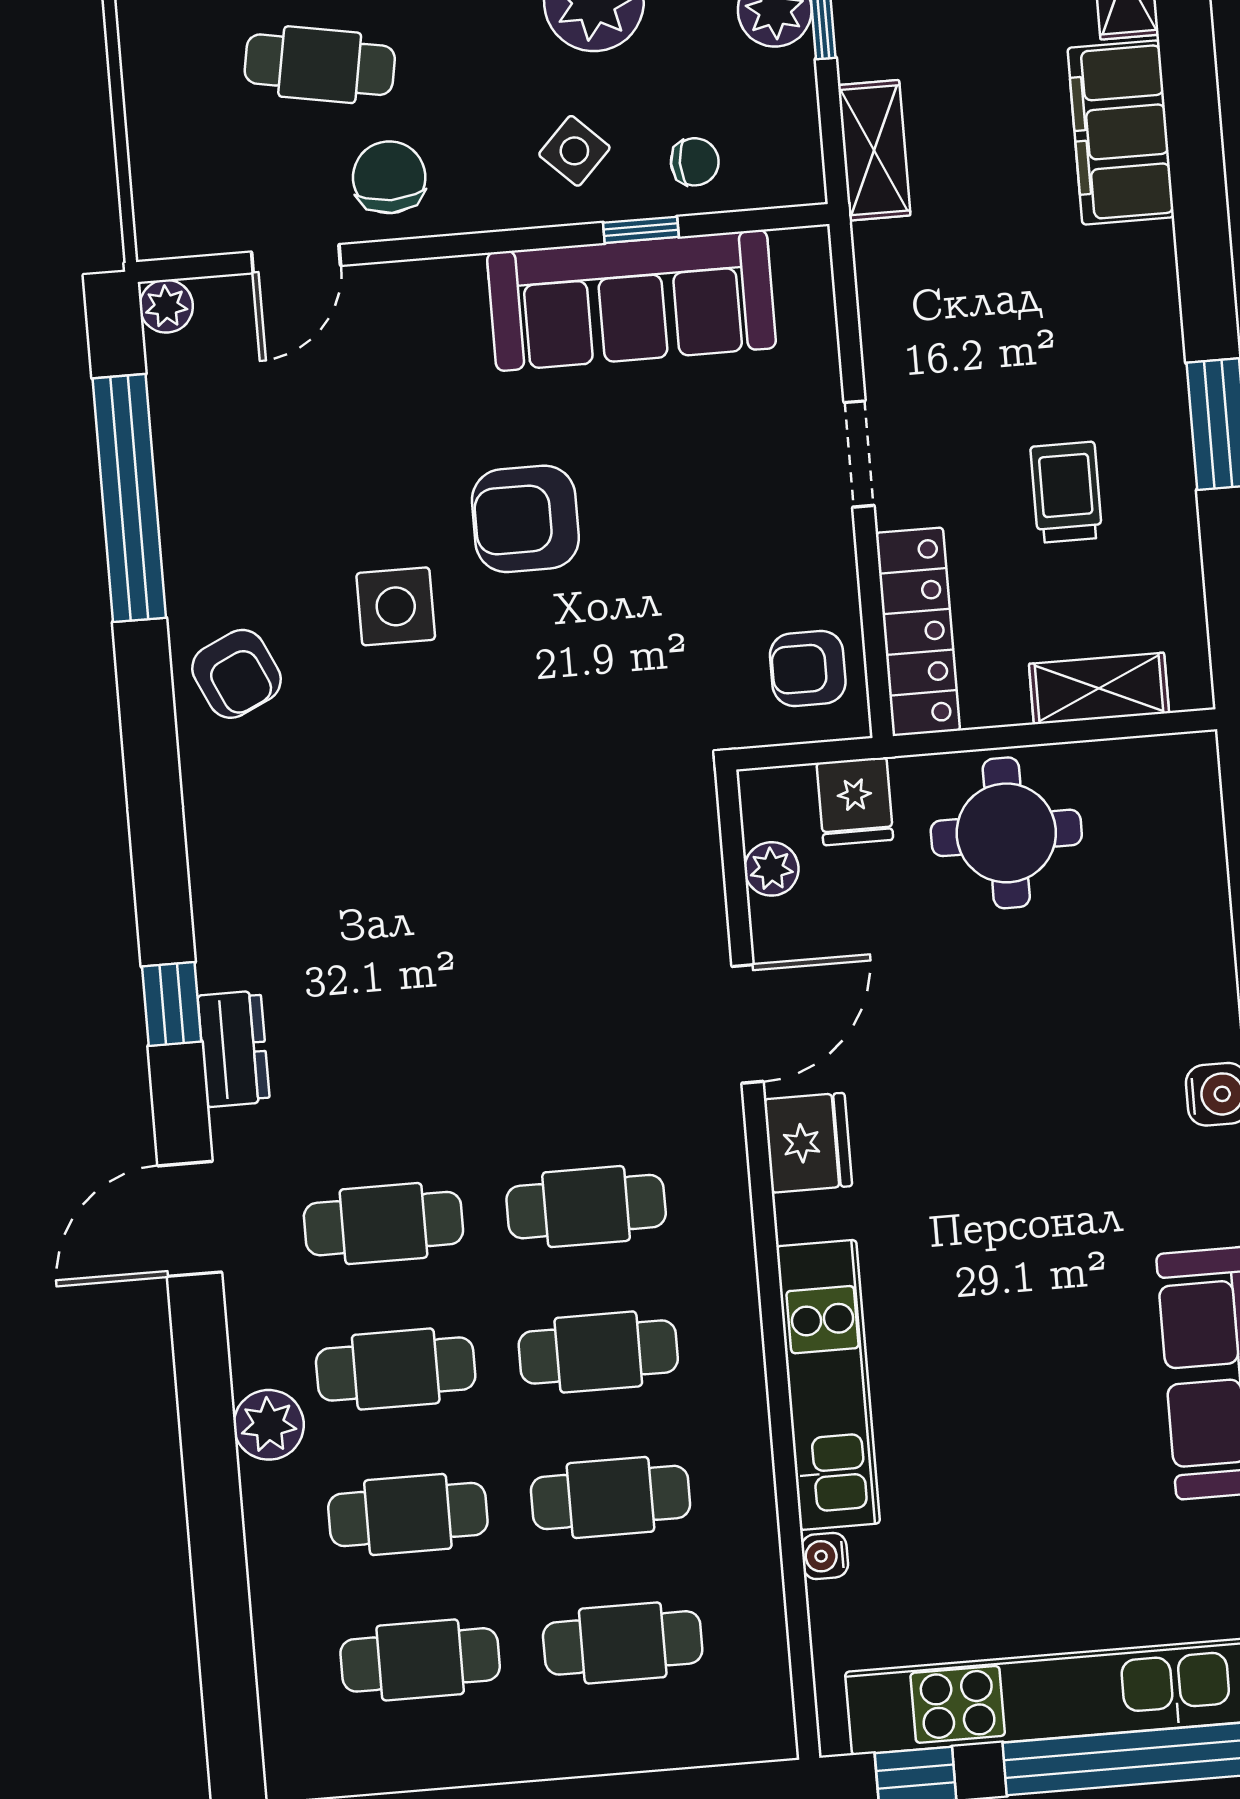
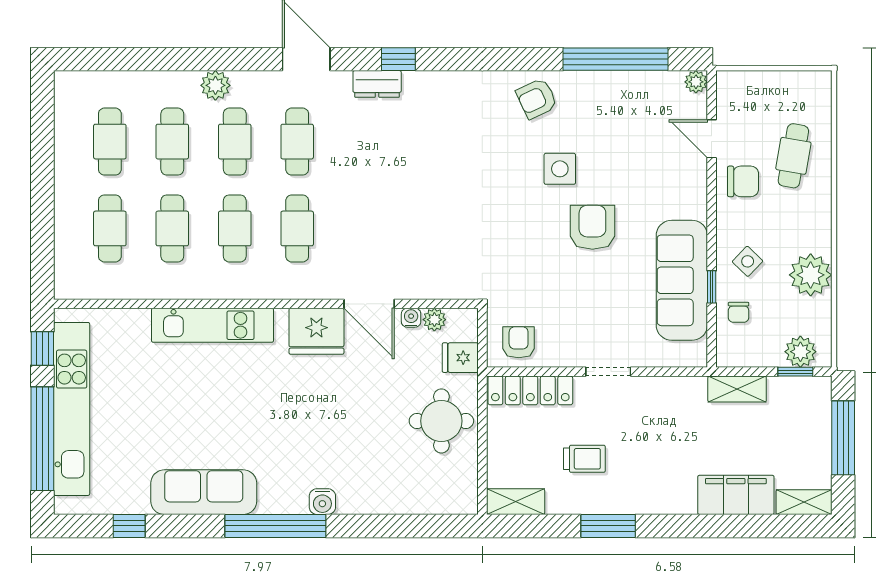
shelving: (1099, 688) -> (516, 502), moved, turned 90
fridge: (808, 1143) -> (316, 331), width x1.36, depth x1.34
water cooler: (825, 1556) -> (411, 318), moved

